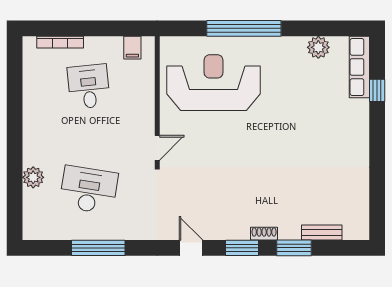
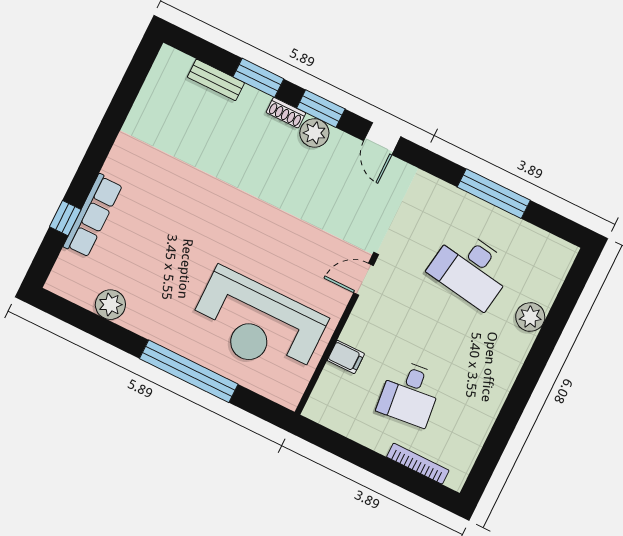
filing cabinet: (132, 48) -> (346, 357), moved, turned 90
row of seats: (359, 67) -> (93, 216), moved
plant: (238, 229) -> (314, 133), added

